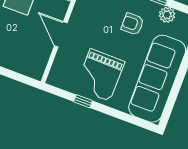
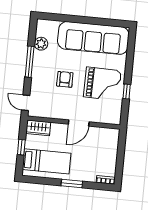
armchair: (133, 24) -> (65, 79), moved, turned 180

